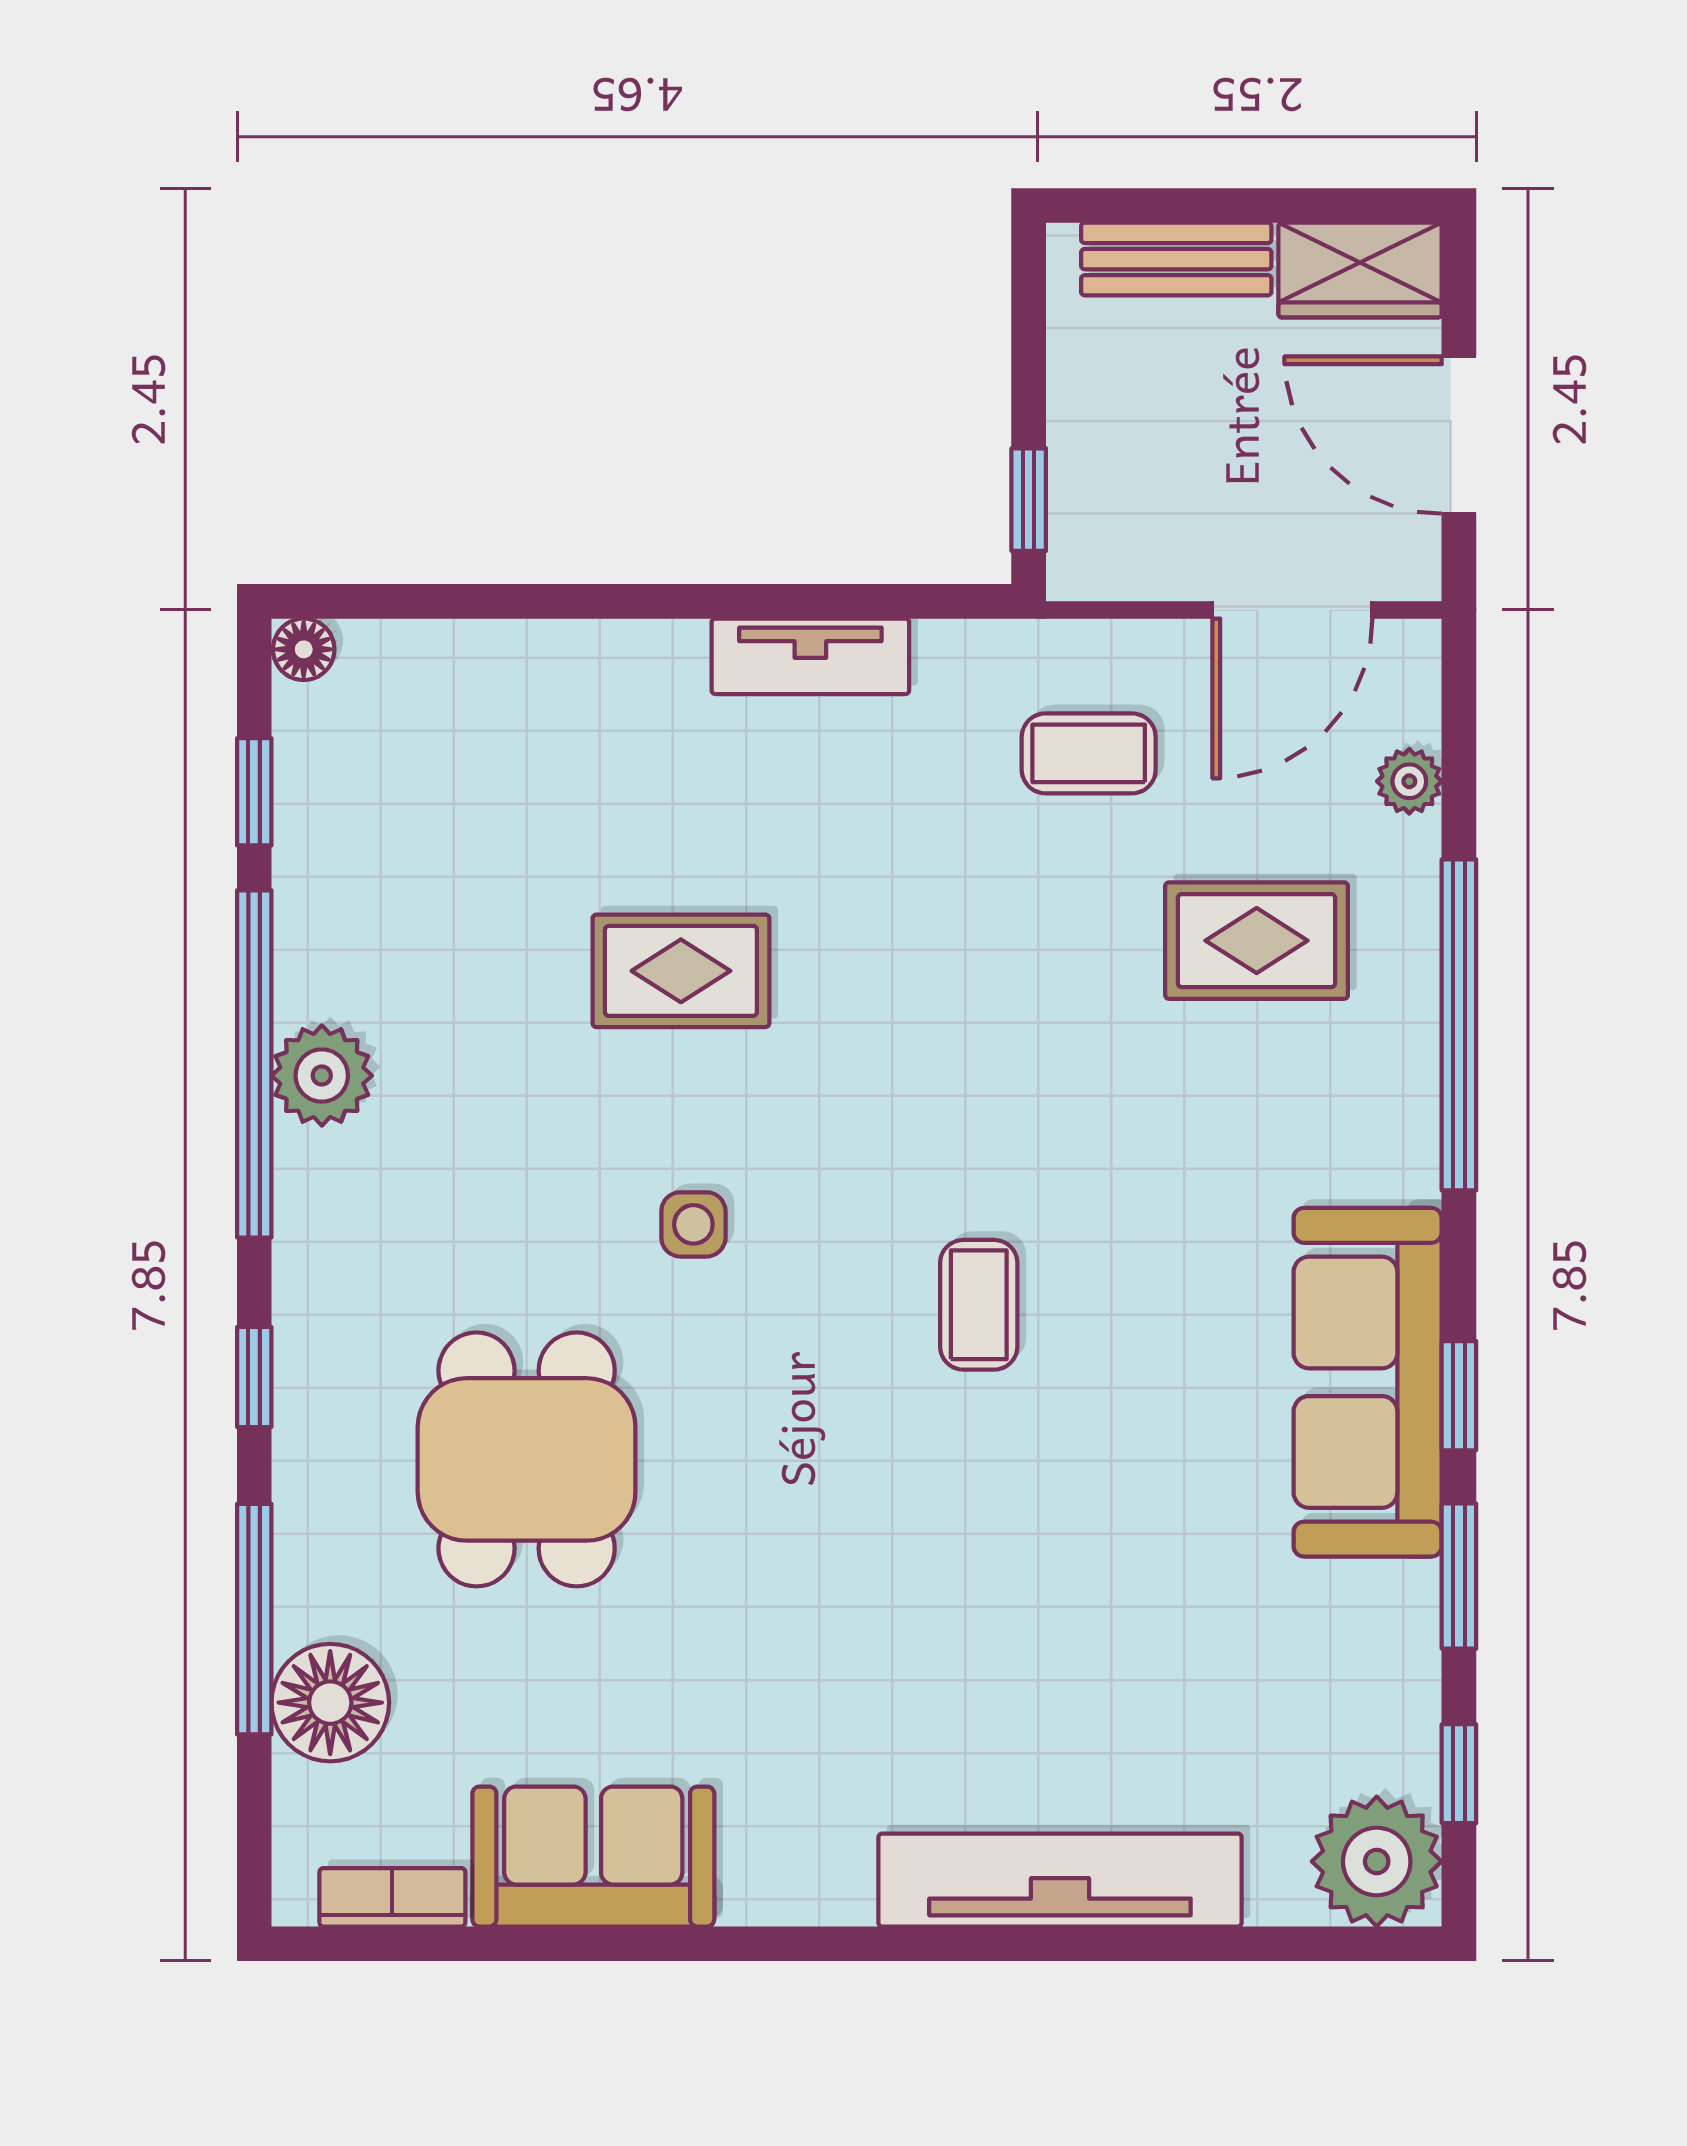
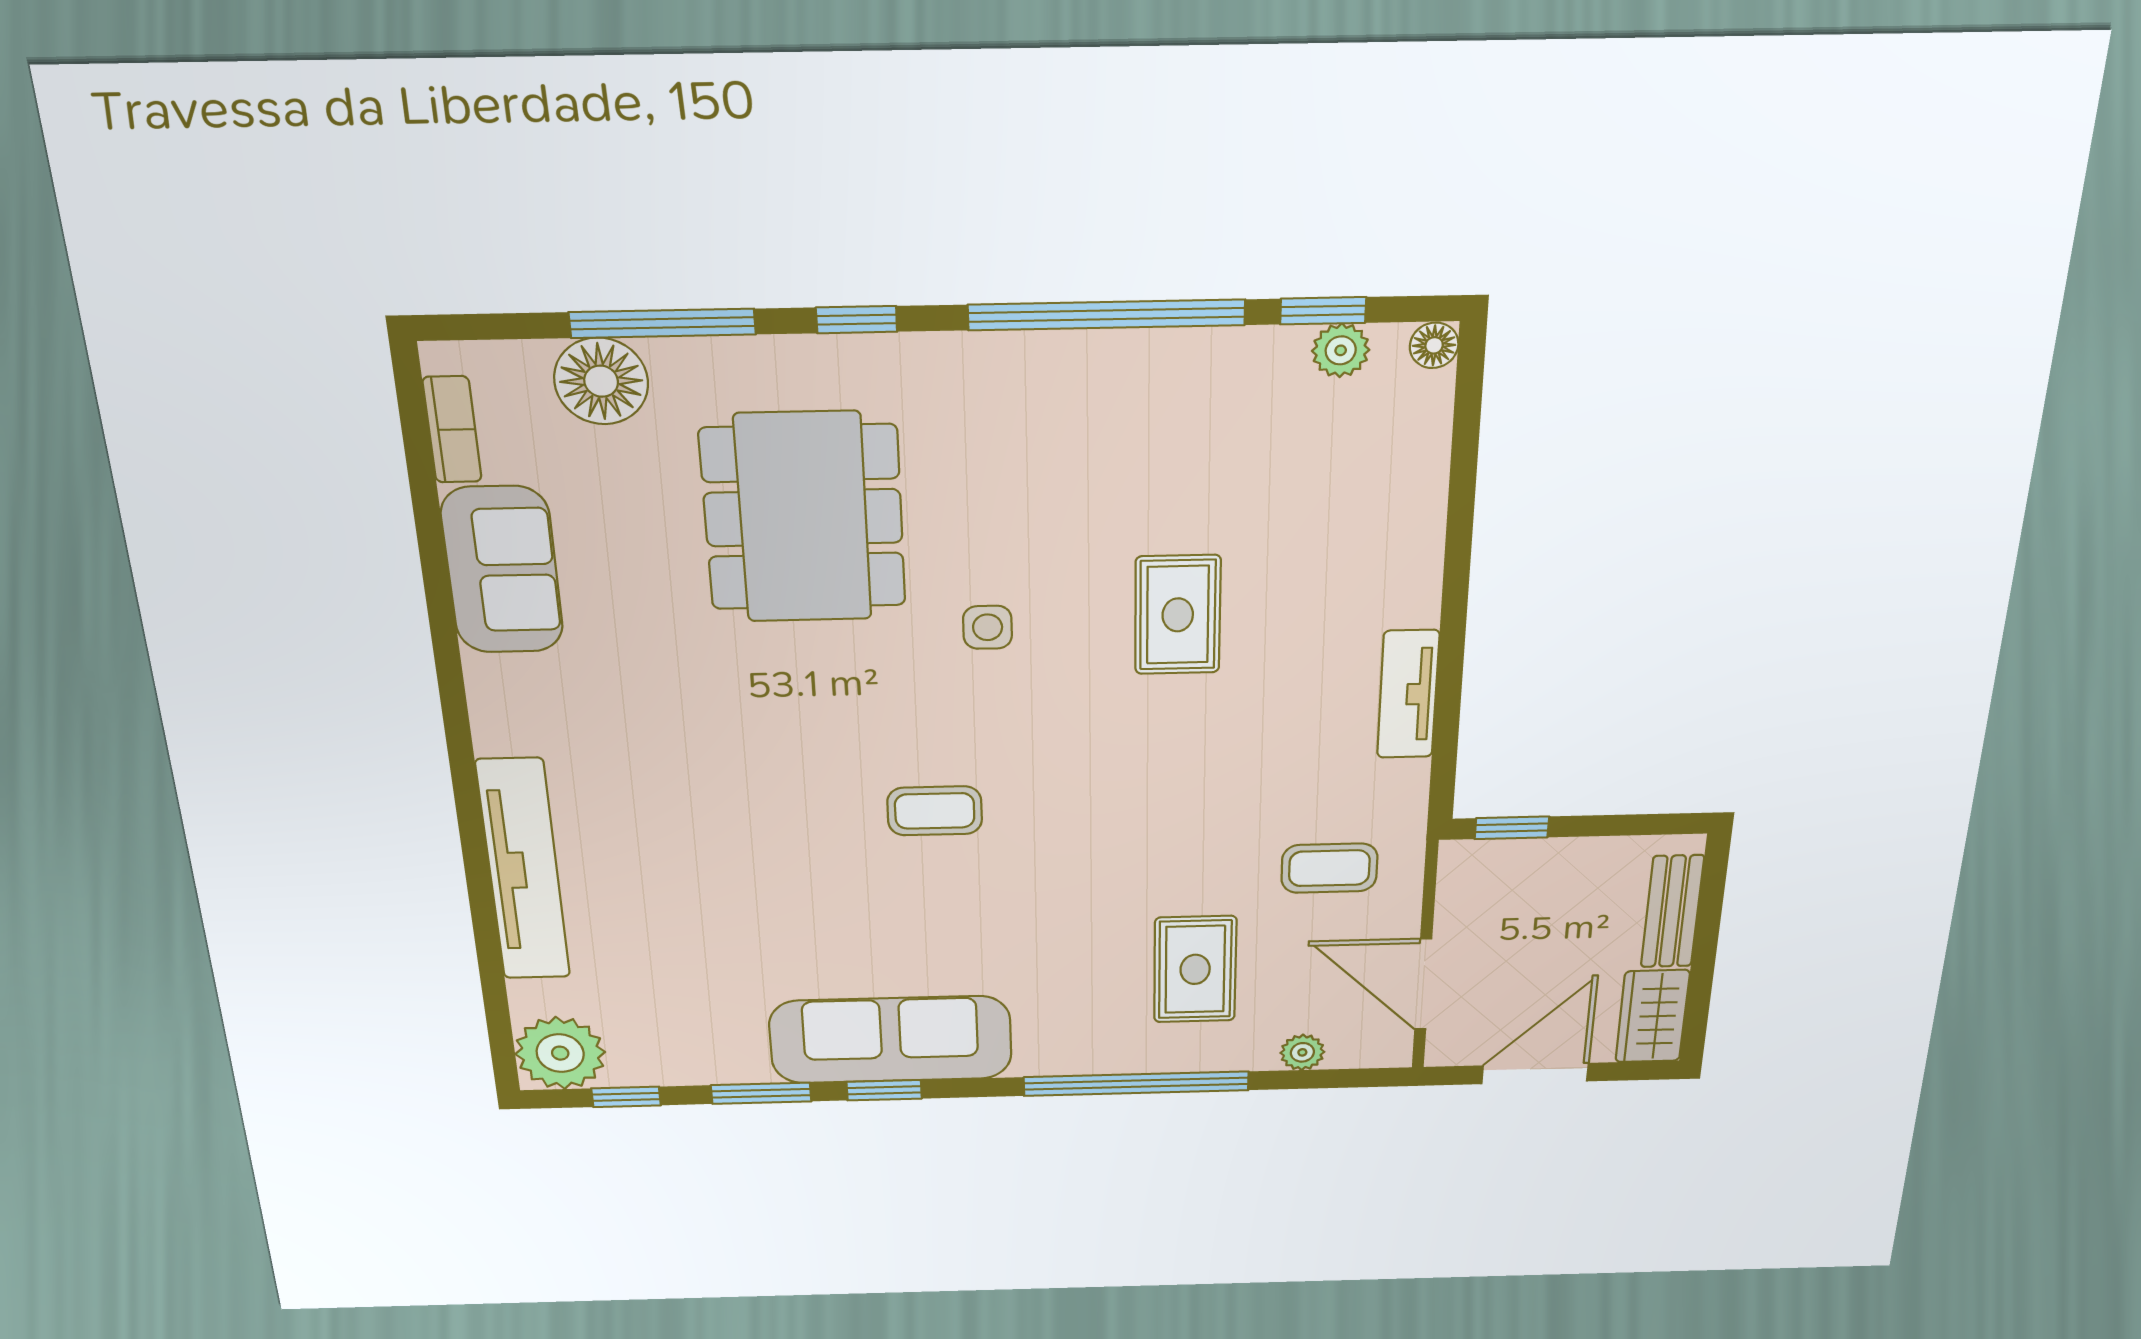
coffee table: (1089, 753) -> (1329, 868), turned 90
plant: (322, 1076) -> (1341, 350), moved, width x0.73, depth x0.73
dining table: (527, 1459) -> (803, 518), width x1.38

